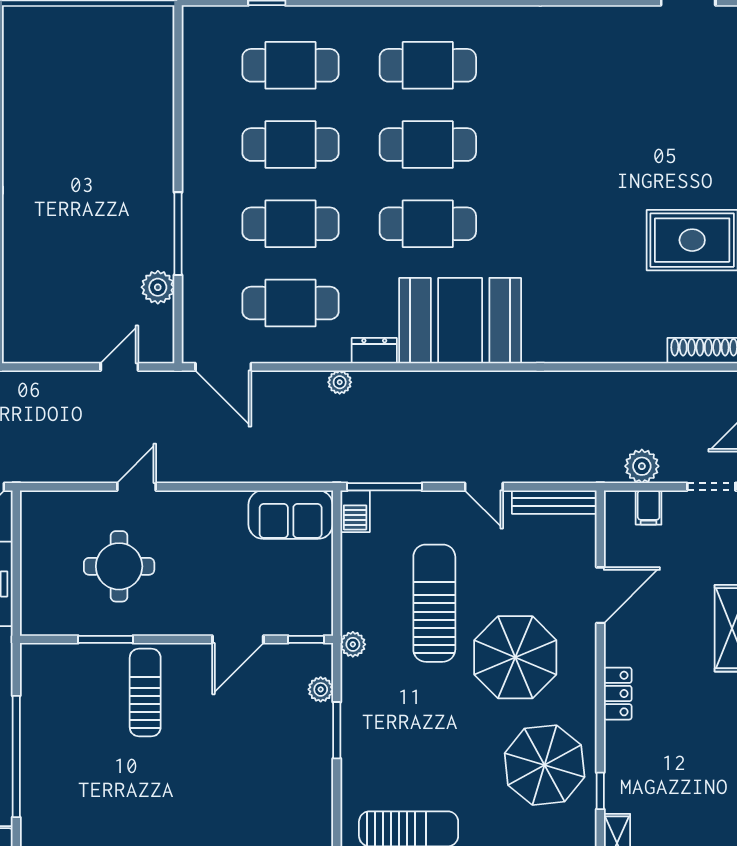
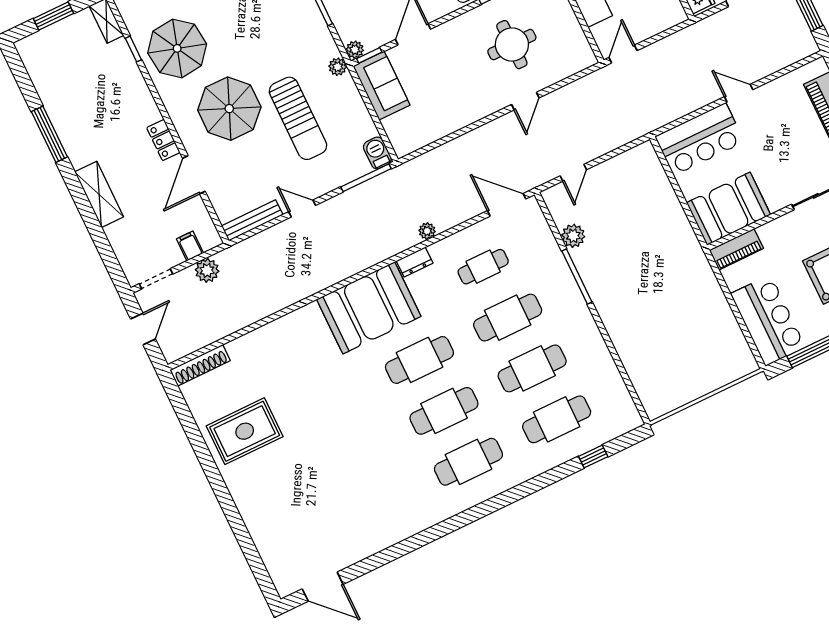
cafe table: (290, 303) -> (483, 267), width x0.73, depth x0.74
sofa: (291, 515) -> (382, 86), moved, turned 90
plant: (321, 689) -> (355, 50), moved
locker: (618, 694) -> (163, 140), moved

